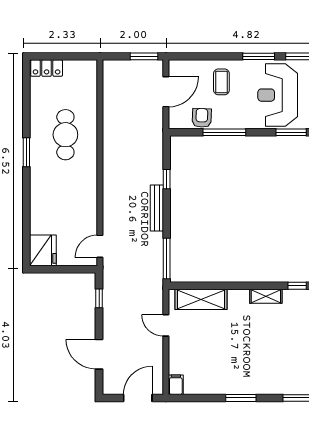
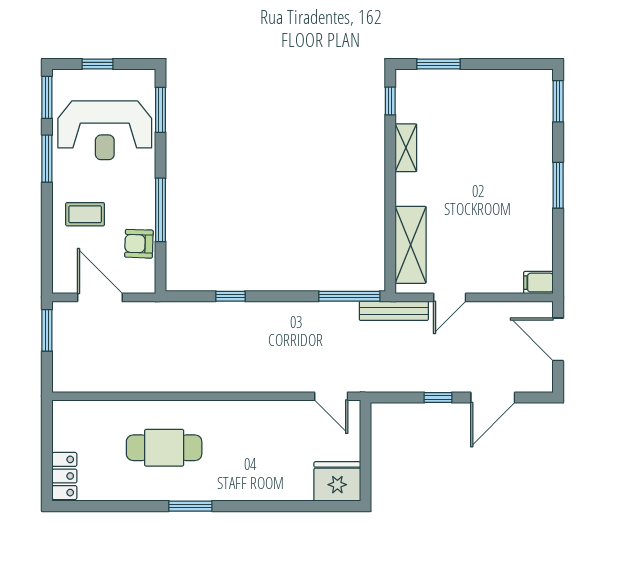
bench: (157, 208) -> (394, 311), moved
window: (99, 298) -> (438, 397), moved

